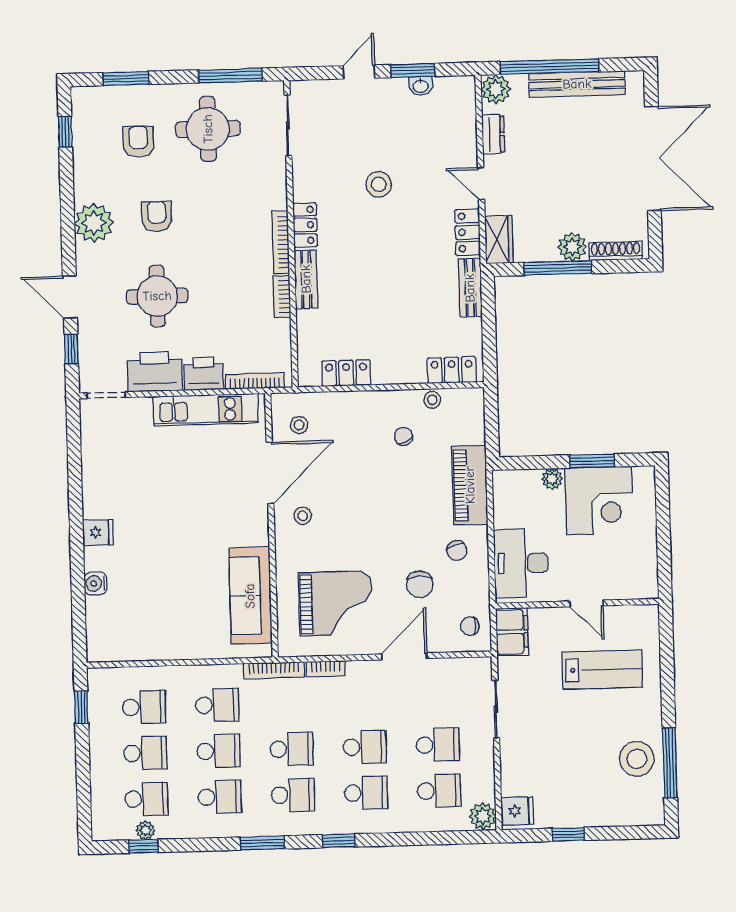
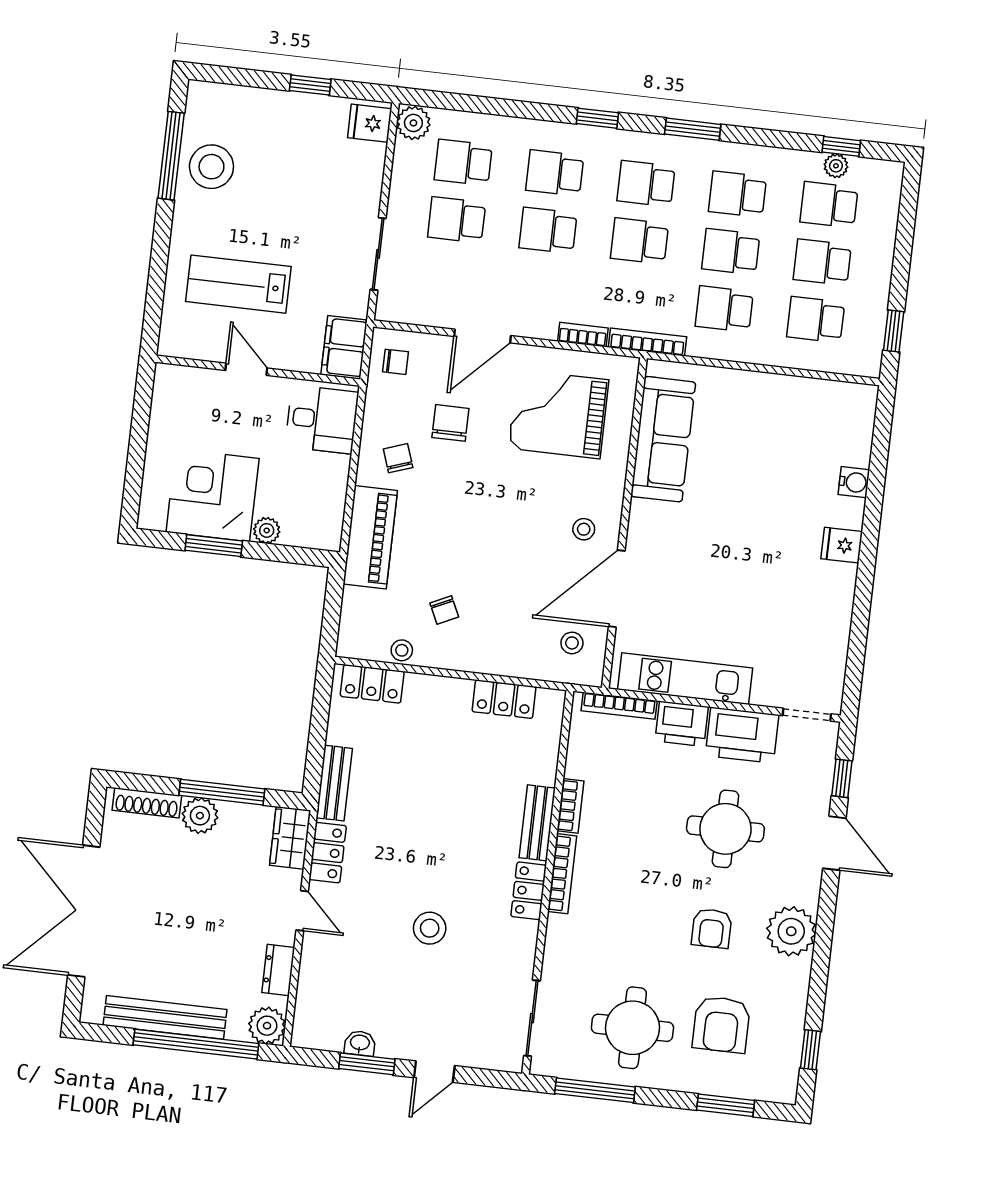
armchair: (138, 142) -> (721, 1024), width x1.38, depth x1.38
desk: (521, 563) -> (322, 419), width x0.73

